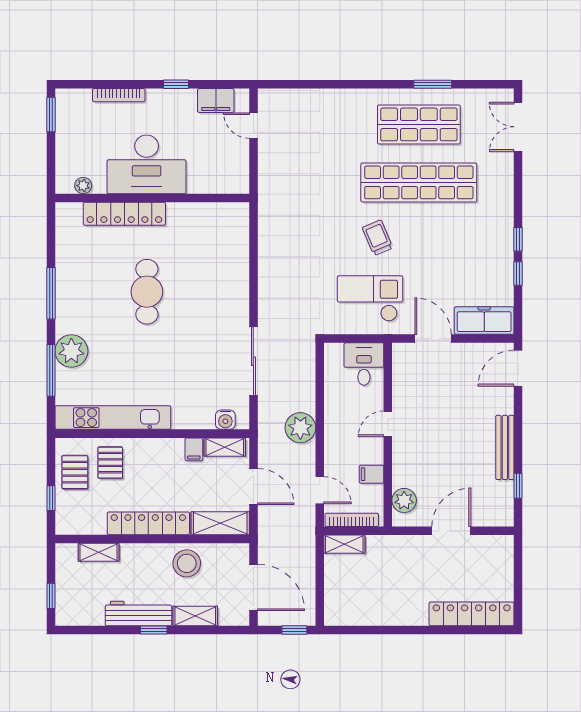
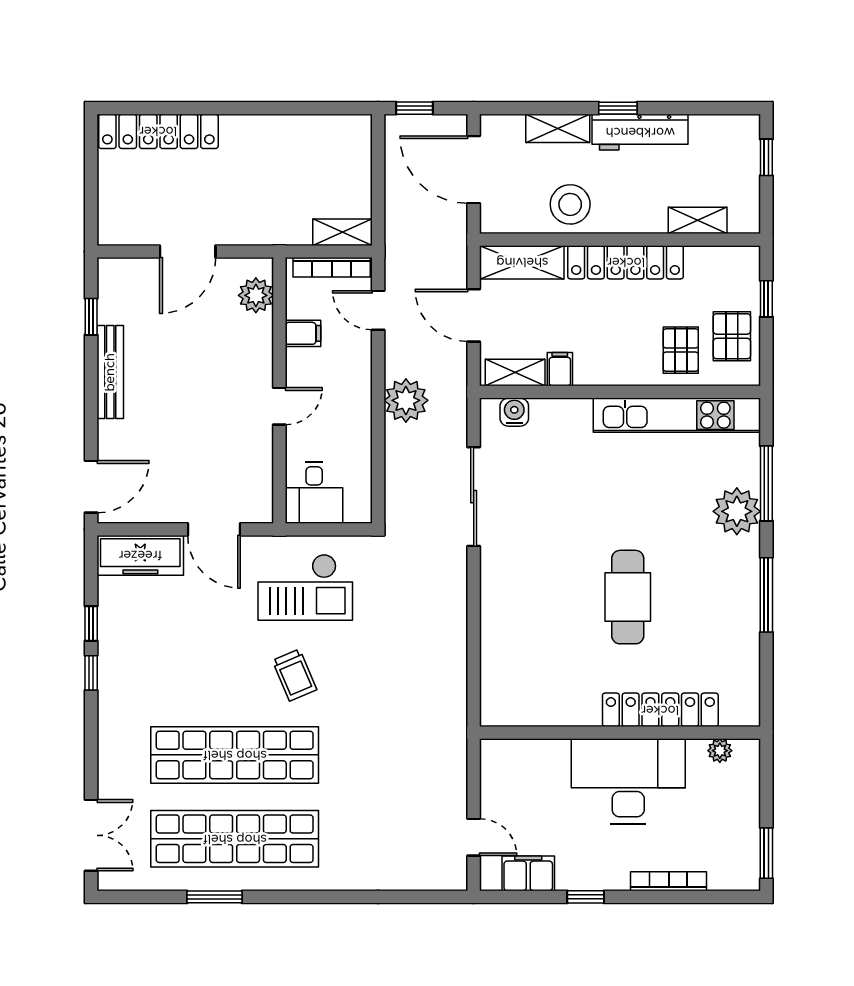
shop shelf: (419, 124) -> (235, 839), width x1.40

